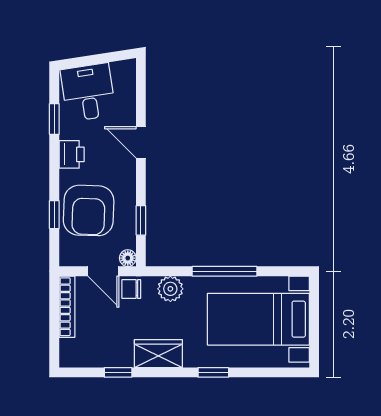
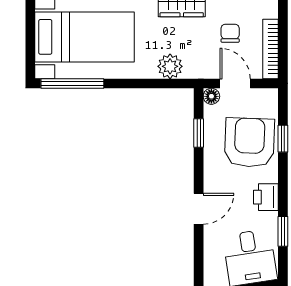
door: (141, 142) -> (199, 209), hinge flipped
window: (224, 271) -> (72, 83), moved
chair: (131, 289) -> (230, 33), moved, turned -90

